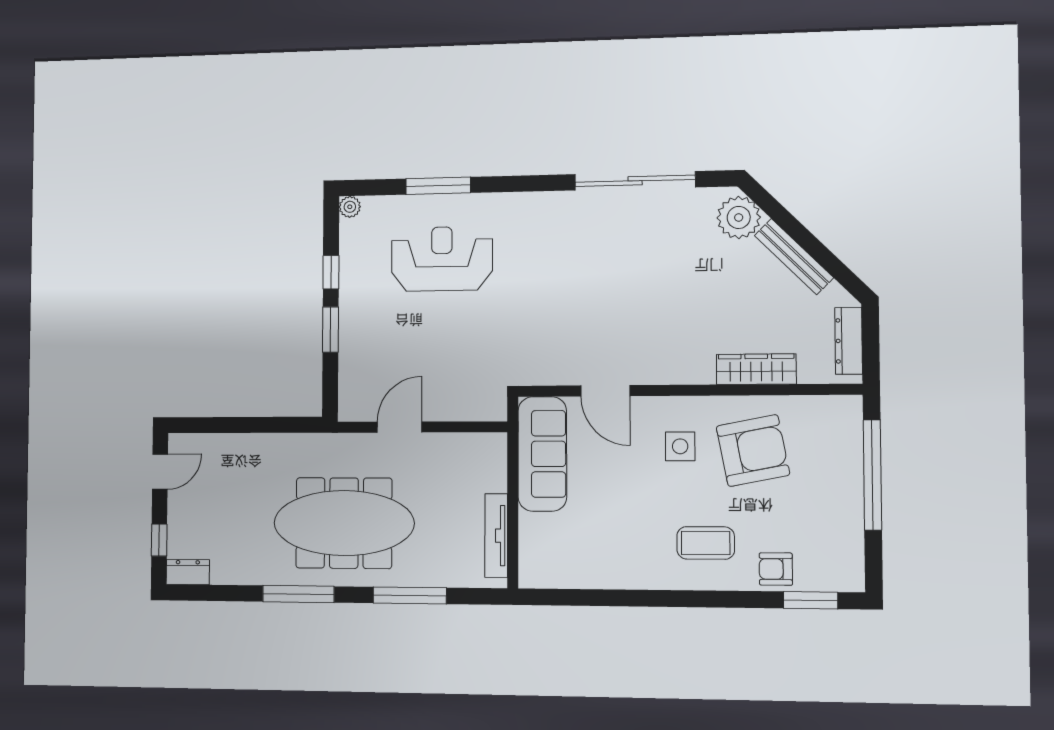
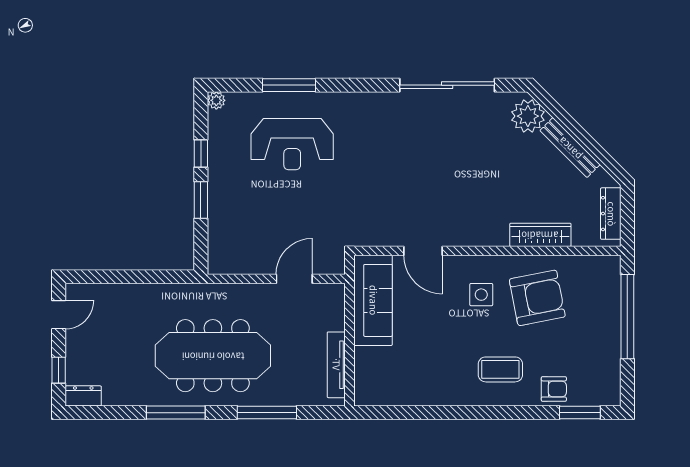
reception desk: (442, 259) -> (292, 144), turned 180
door: (400, 427) -> (294, 279), moved
armchair: (776, 569) -> (554, 389), turned 180

